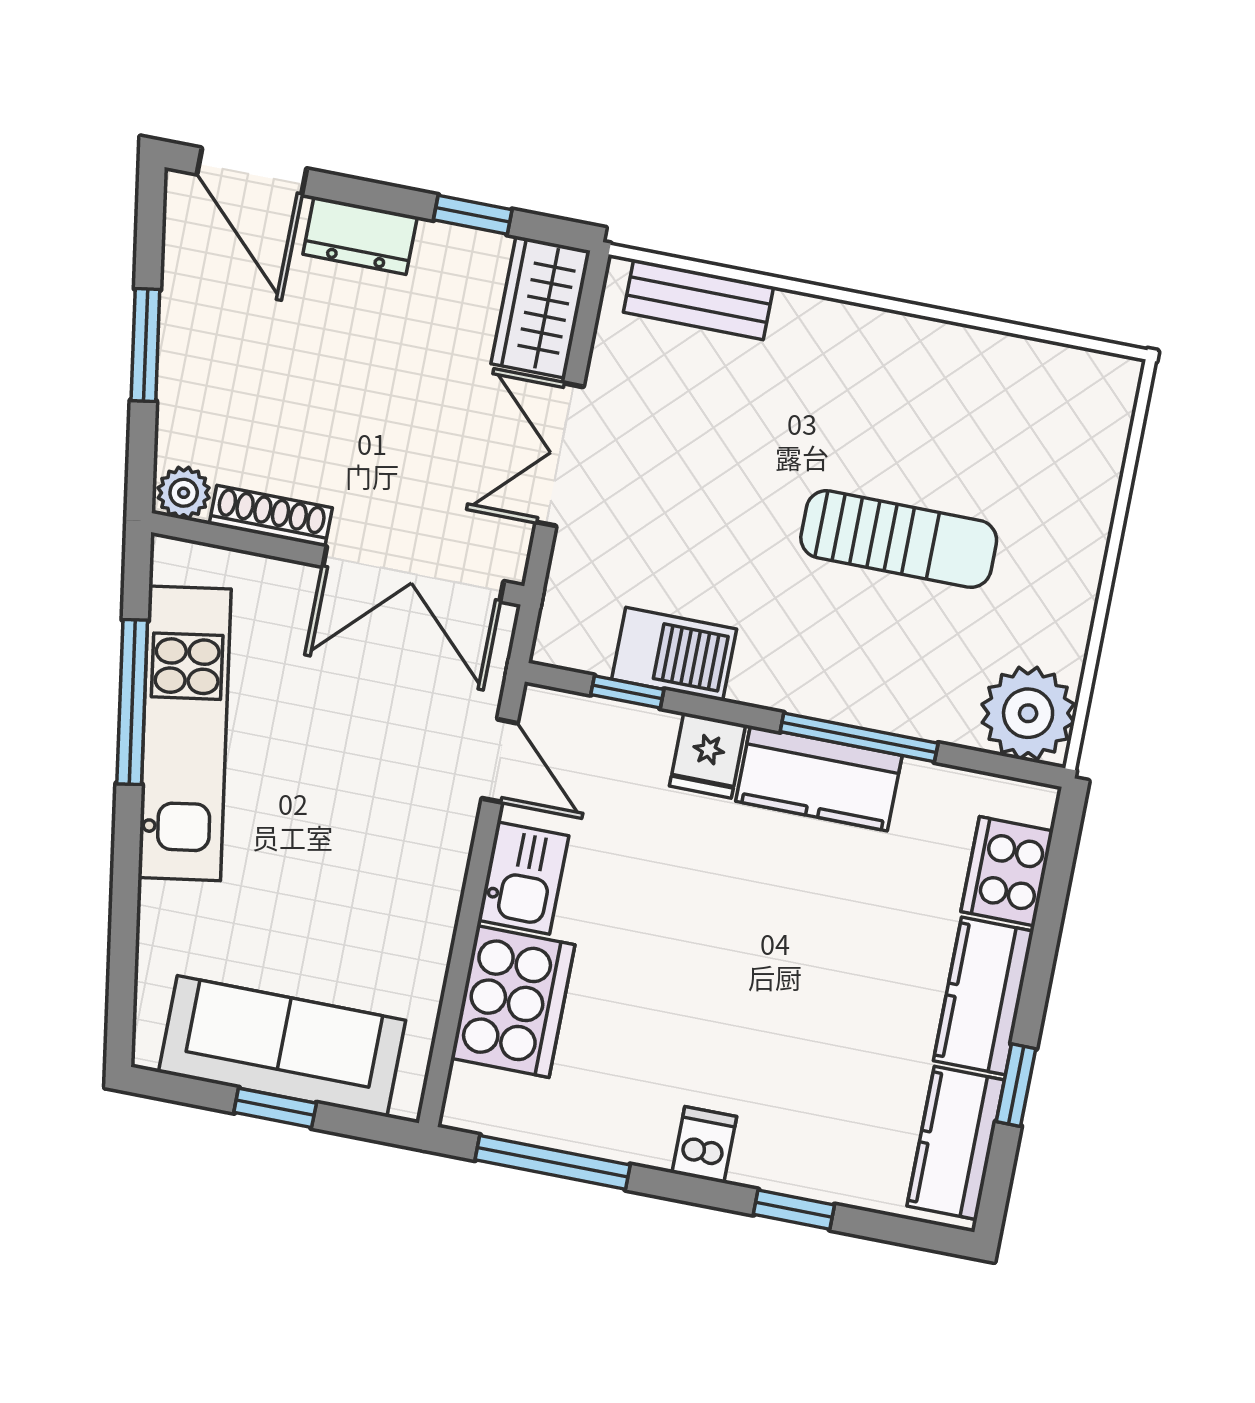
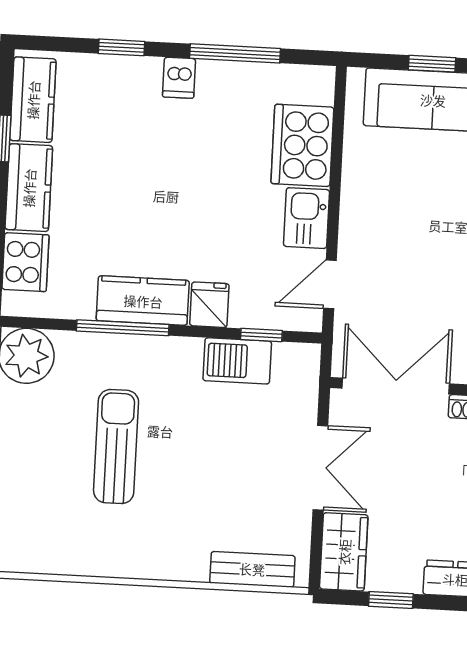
sun lounger: (899, 539) -> (116, 447), turned 90
door: (500, 761) -> (330, 284), hinge flipped
window: (553, 1162) -> (235, 53), moved

